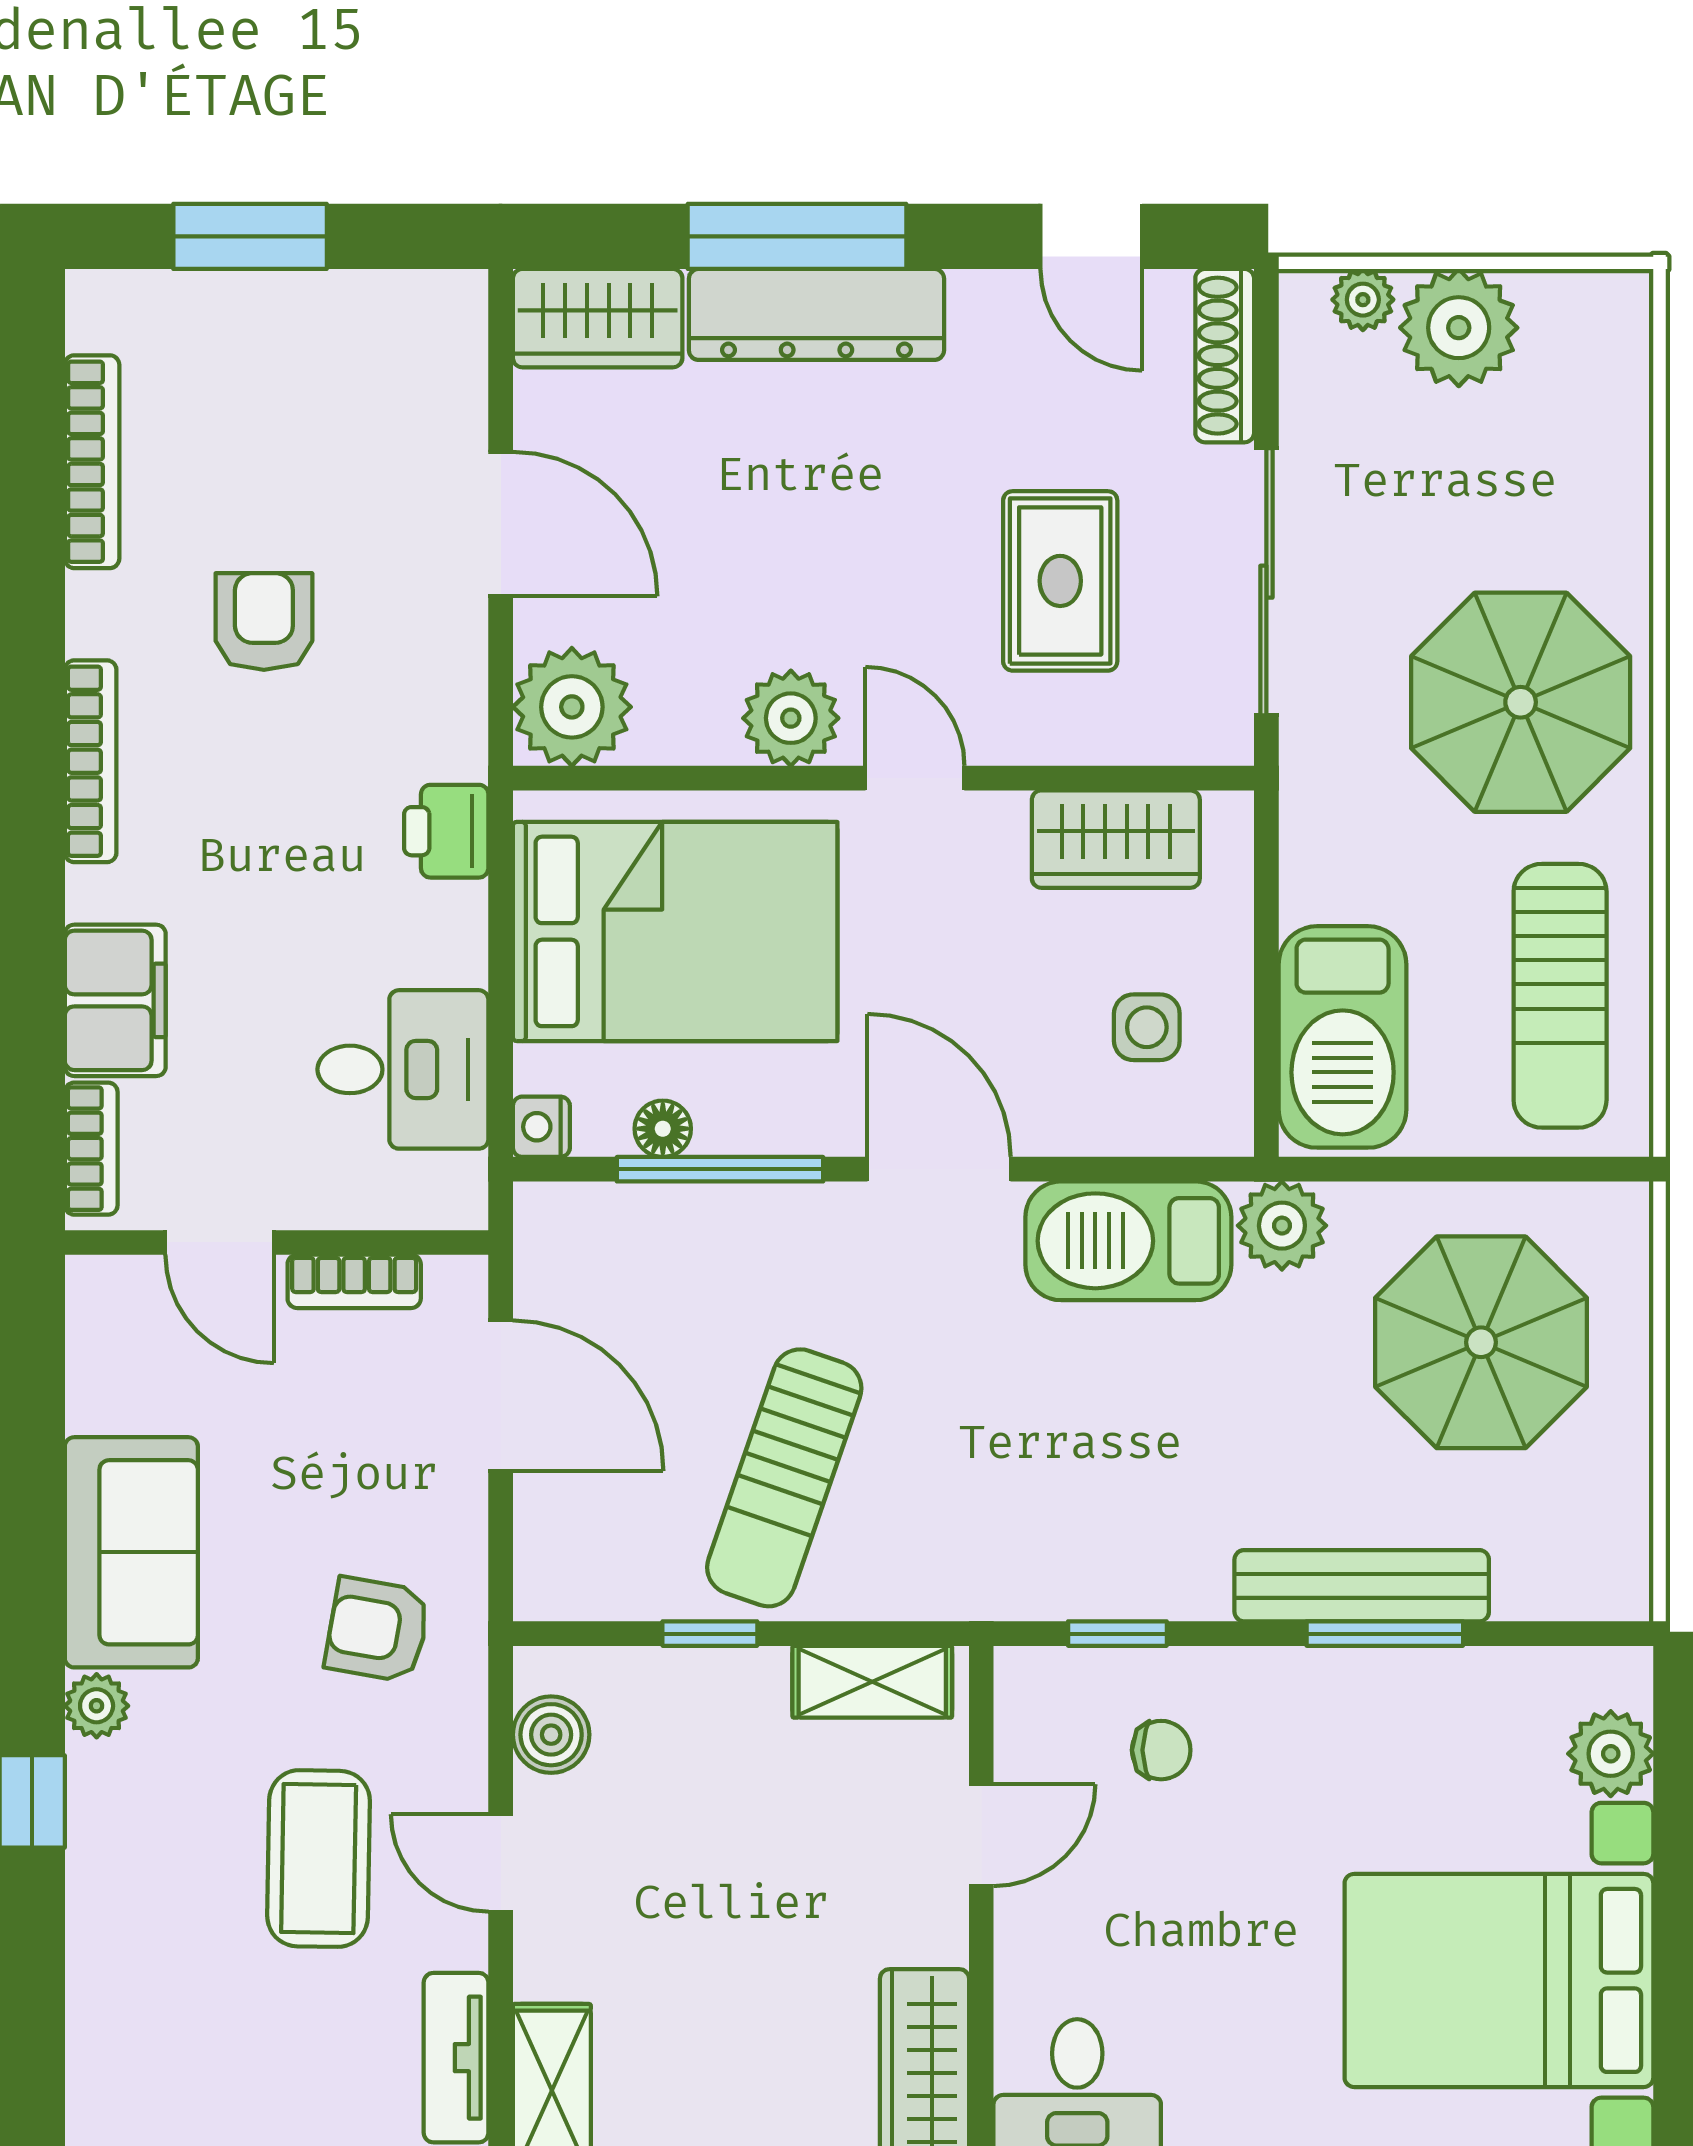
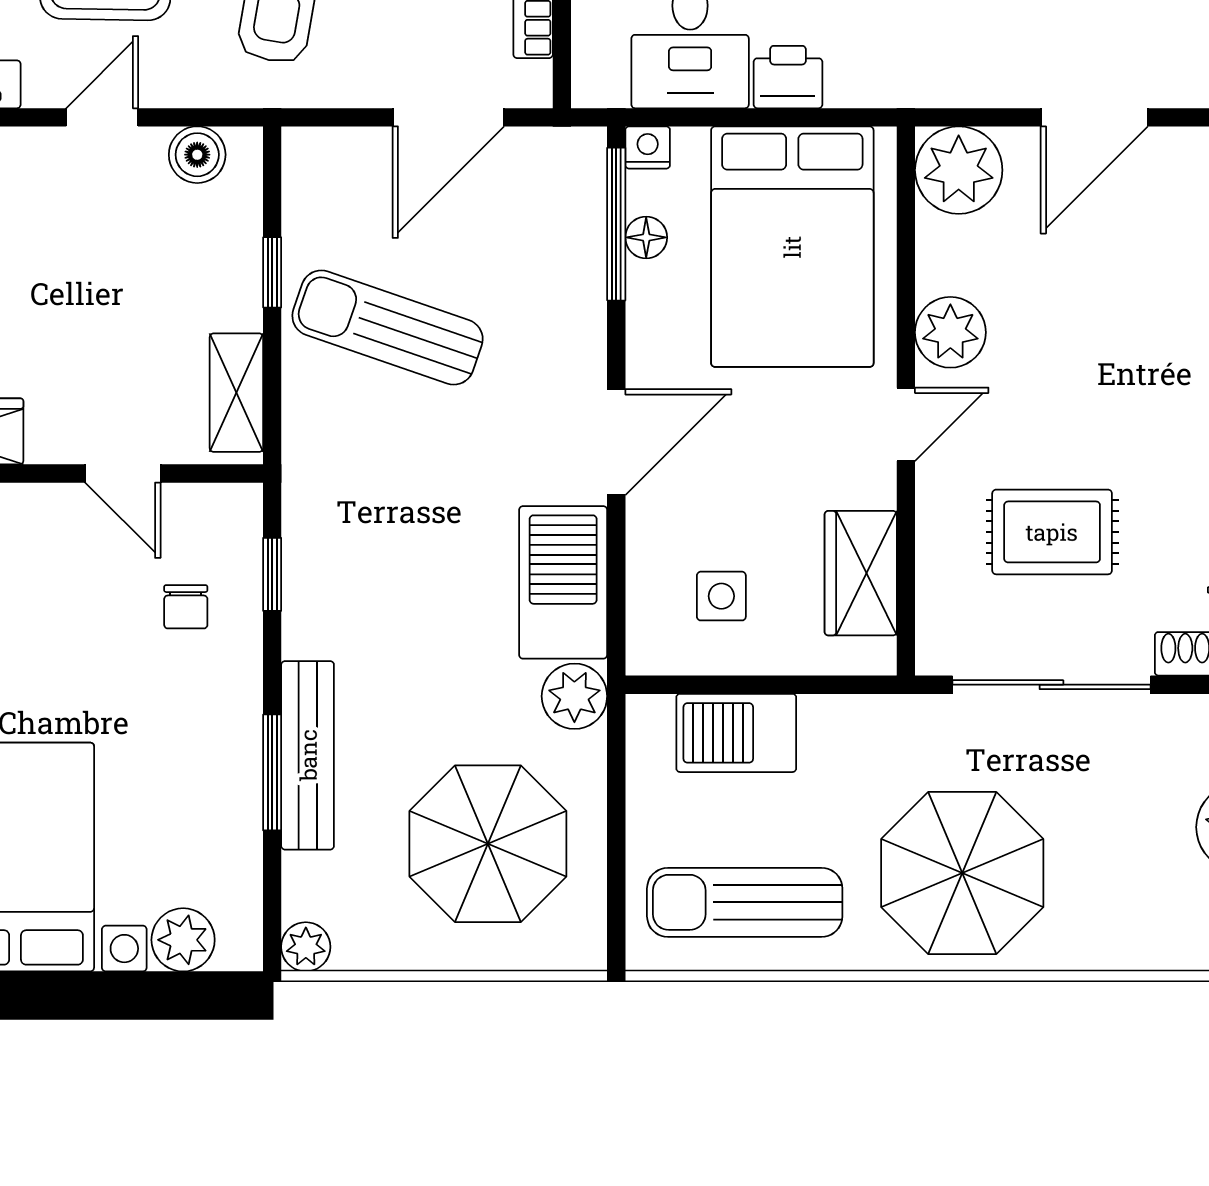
printer: (446, 831) -> (788, 77), moved
barbecue: (1343, 1037) -> (736, 733), width x0.73, depth x0.83
window: (720, 1169) -> (616, 224), moved
plant: (1620, 1588) -> (306, 947), added

